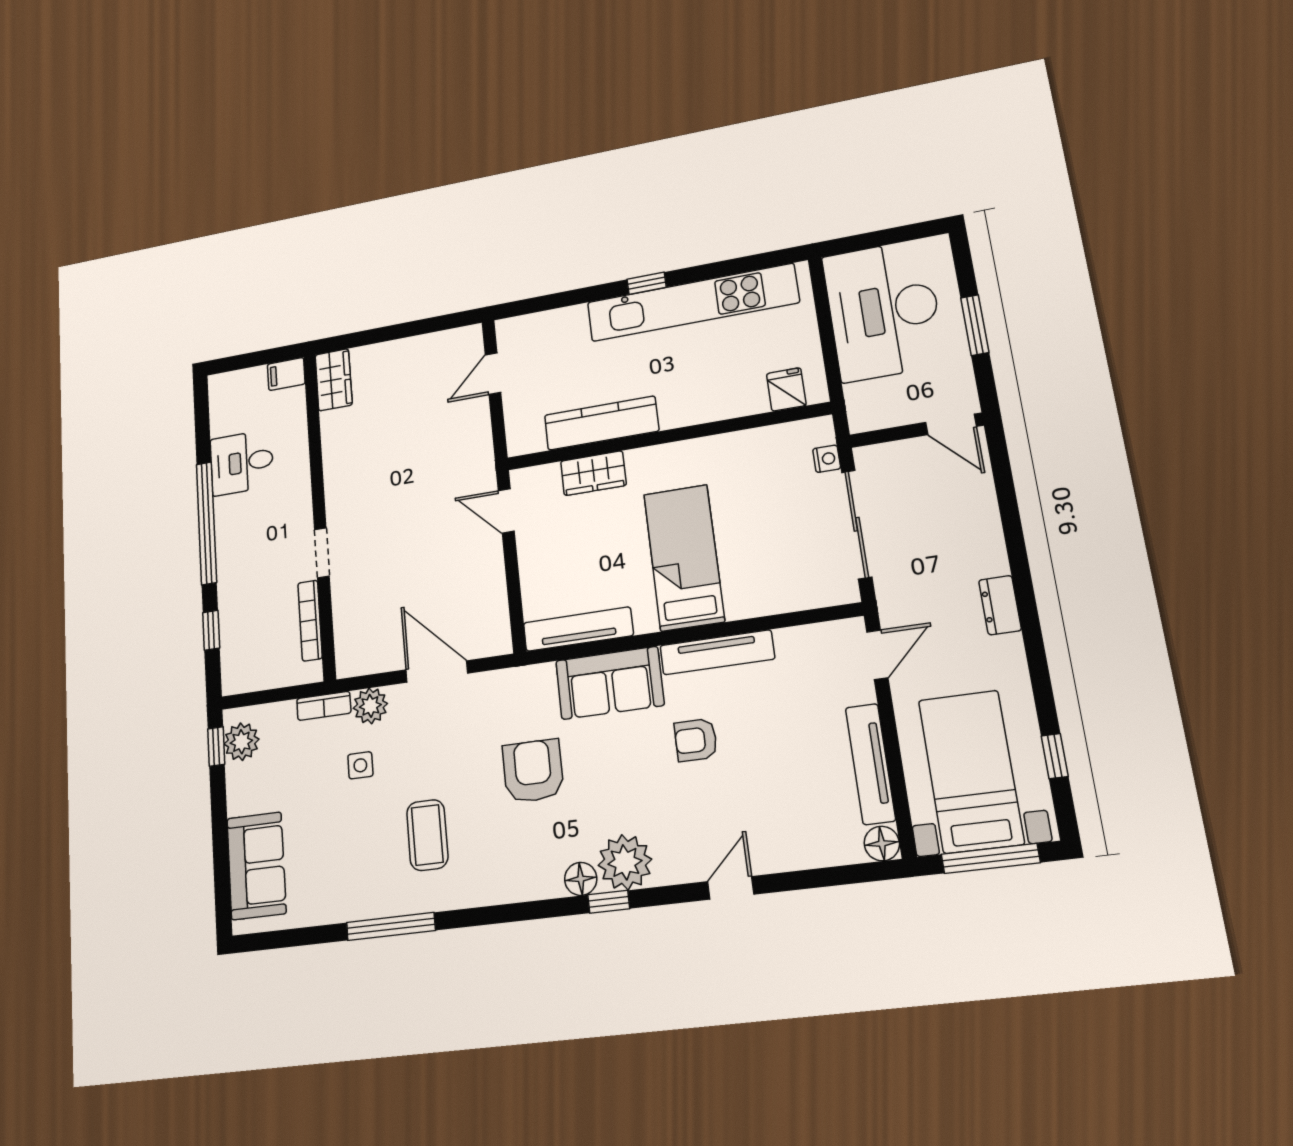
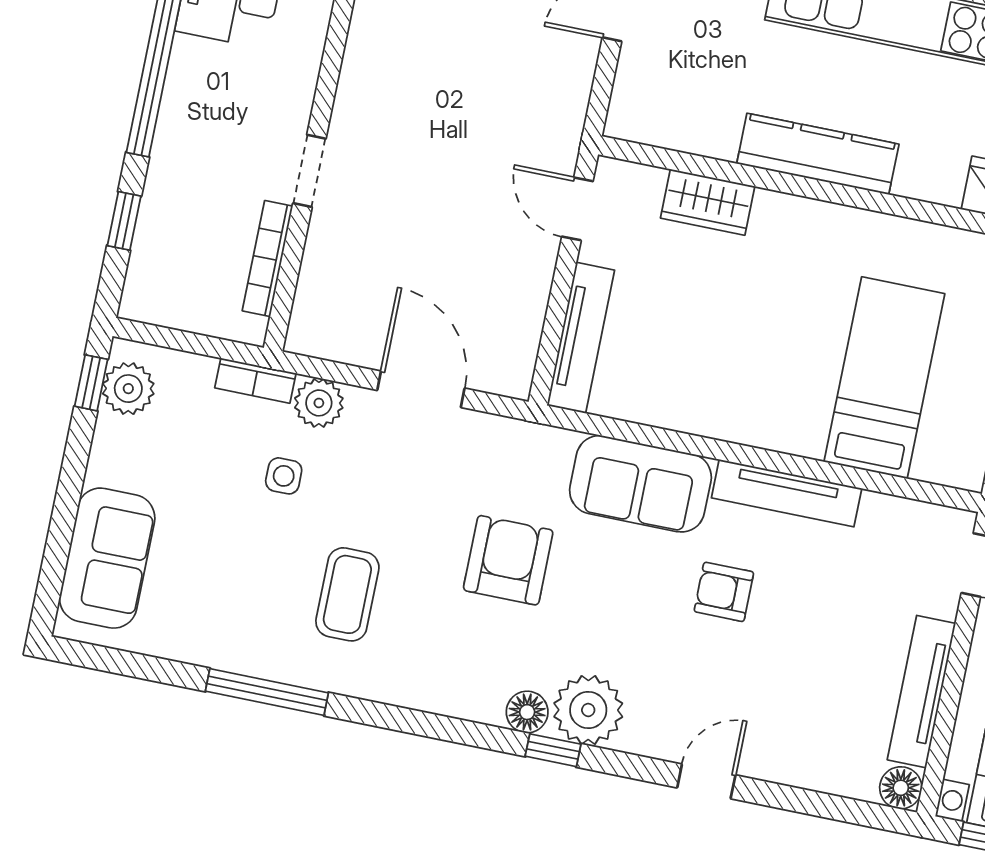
kitchen counter: (601, 423) -> (818, 154), moved
bed: (684, 557) -> (884, 378), moved
tv unit: (578, 629) -> (581, 338), moved, turned 90

